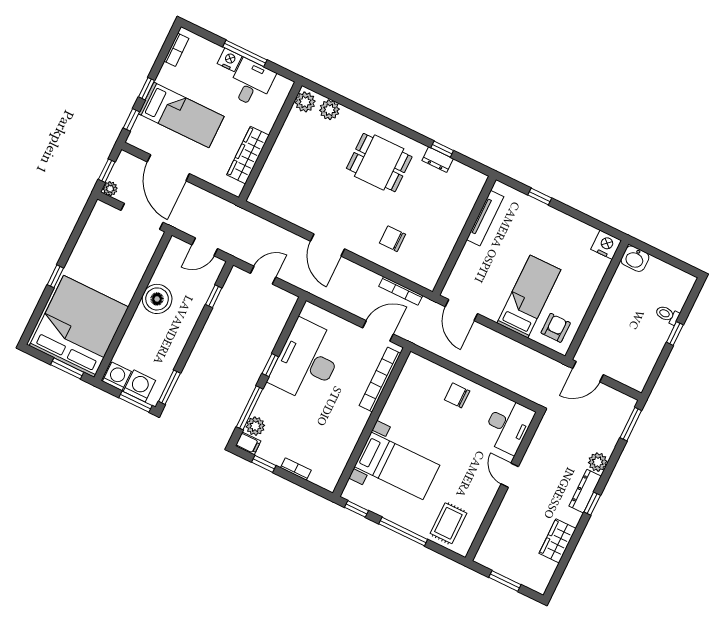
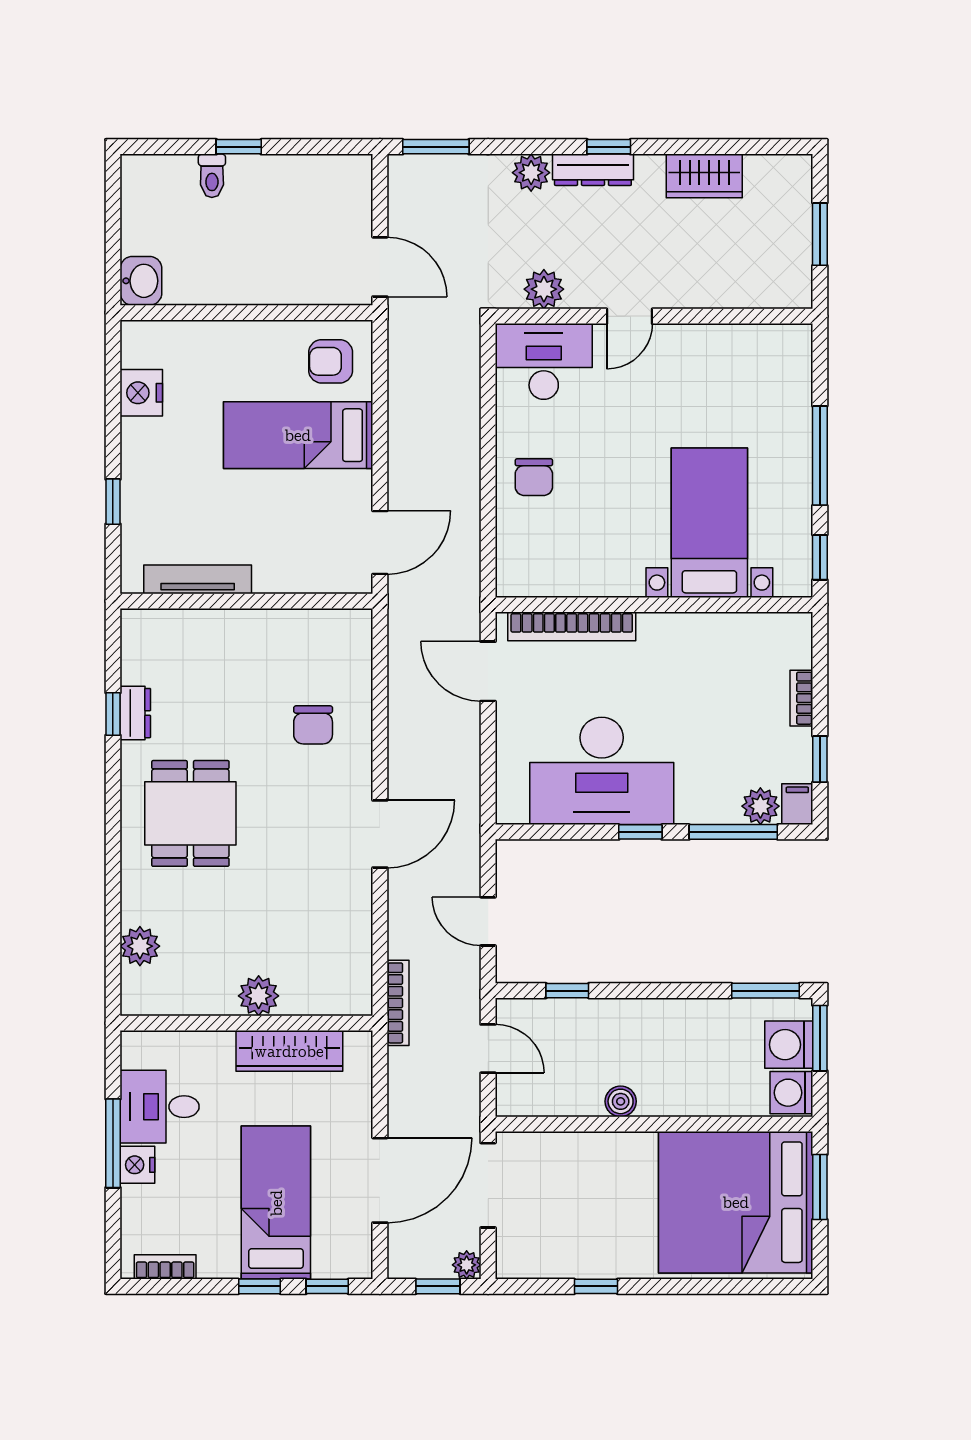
plant: (305, 102) -> (259, 996), moved
nightstand: (606, 245) -> (141, 393), moved
window: (55, 276) -> (596, 1286), moved
bookcase: (401, 291) -> (398, 1003), moved
boiler: (157, 299) -> (621, 1101), width x0.54, depth x0.54
plant: (541, 442) -> (544, 289), added
rug: (448, 523) -> (766, 383), removed

